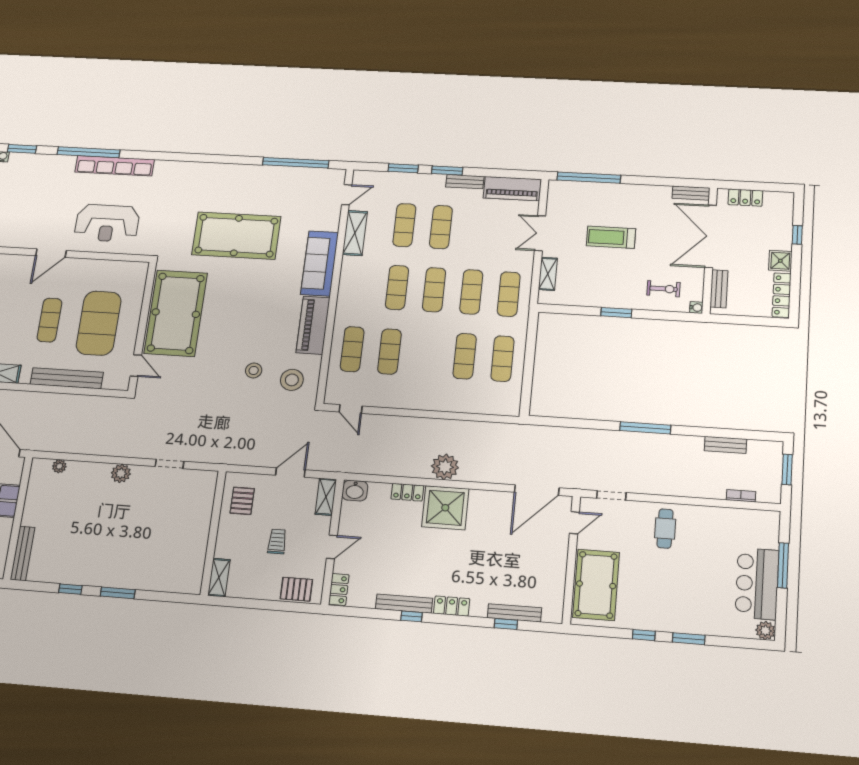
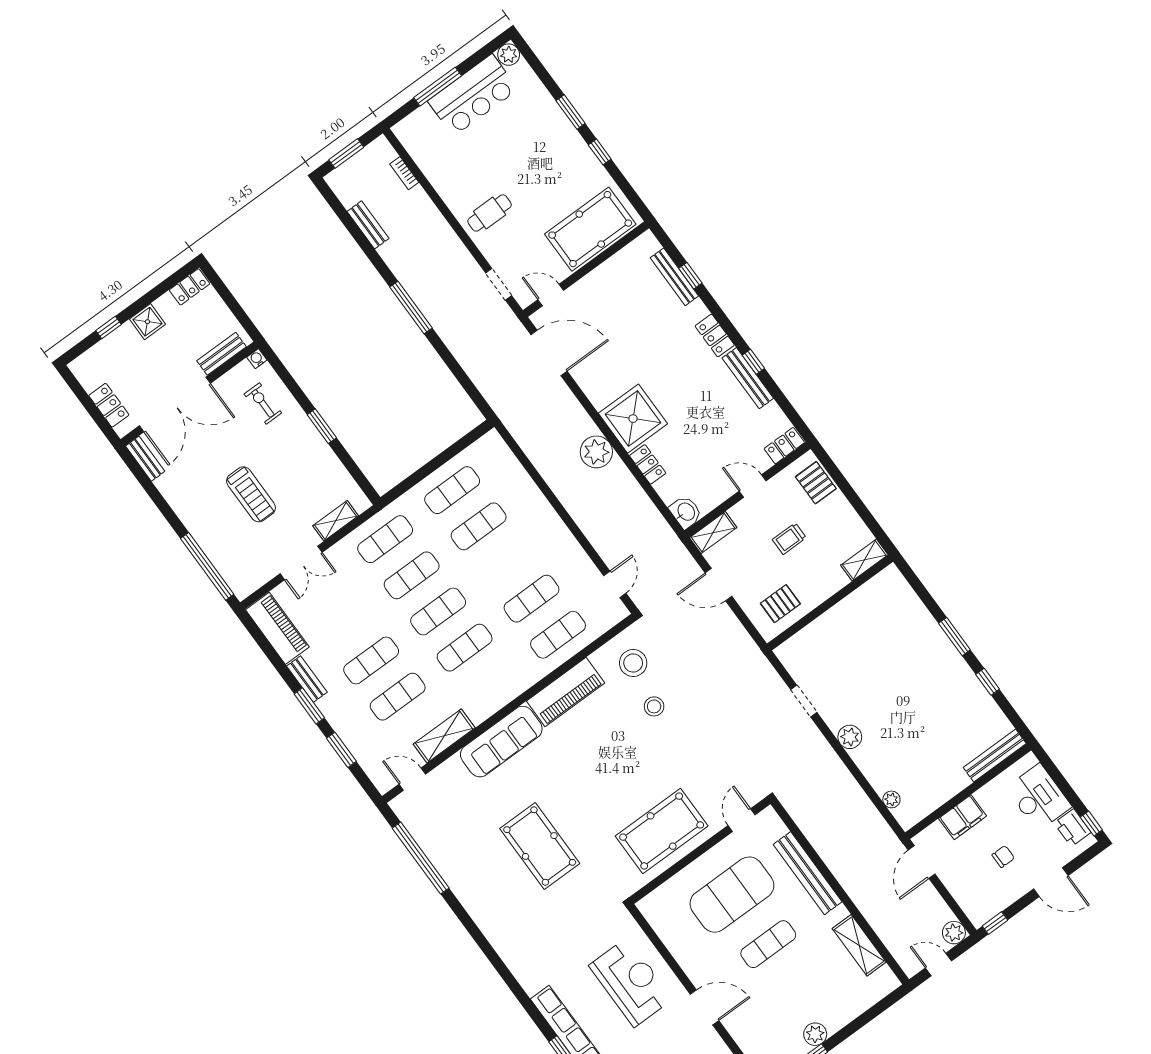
pool table: (236, 236) -> (540, 846), width x0.73, depth x0.76
locker: (782, 295) -> (189, 287), width x0.66
pool table: (176, 313) -> (662, 831), width x0.73, depth x0.76

